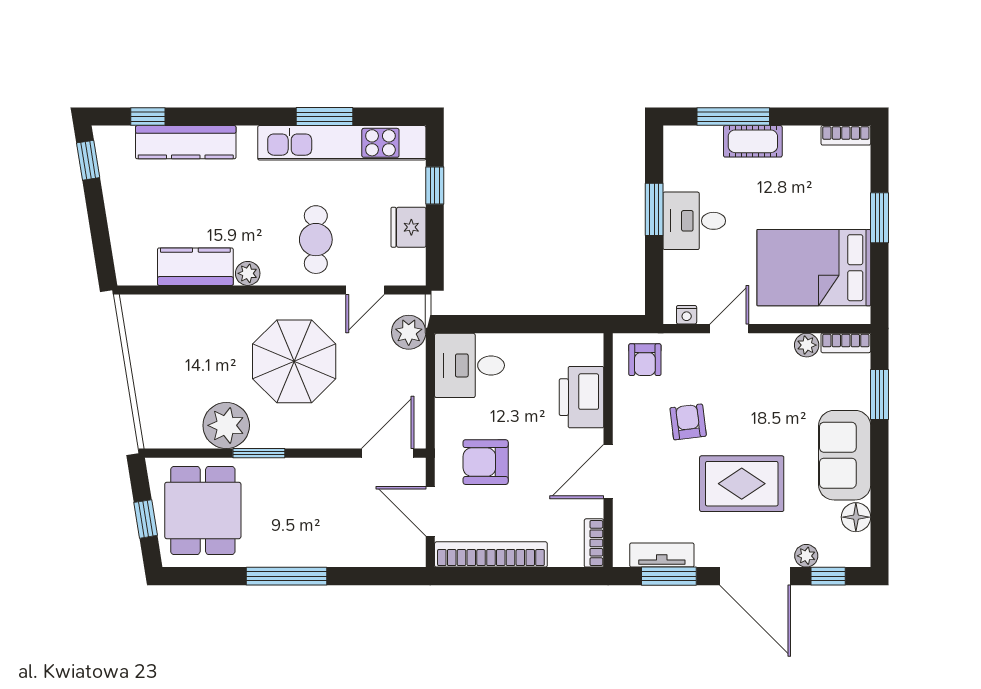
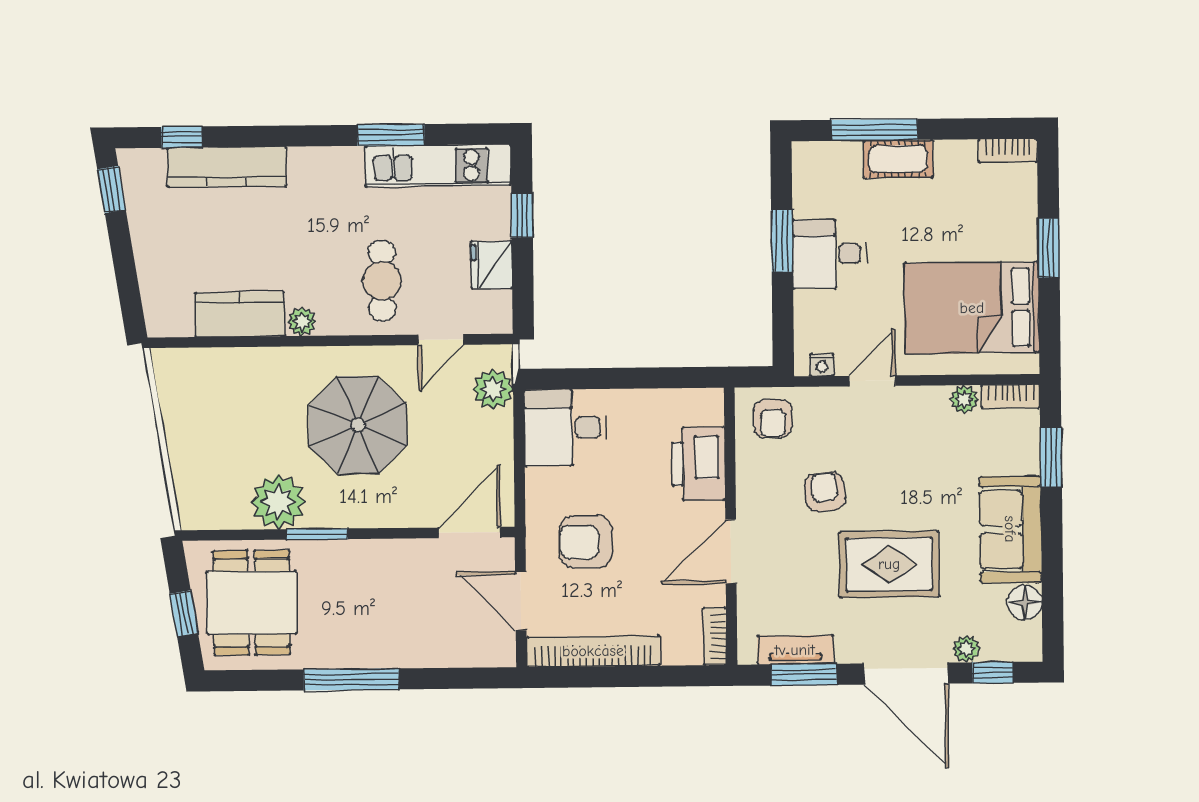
kitchen unit: (342, 143) -> (438, 166), width x0.73

